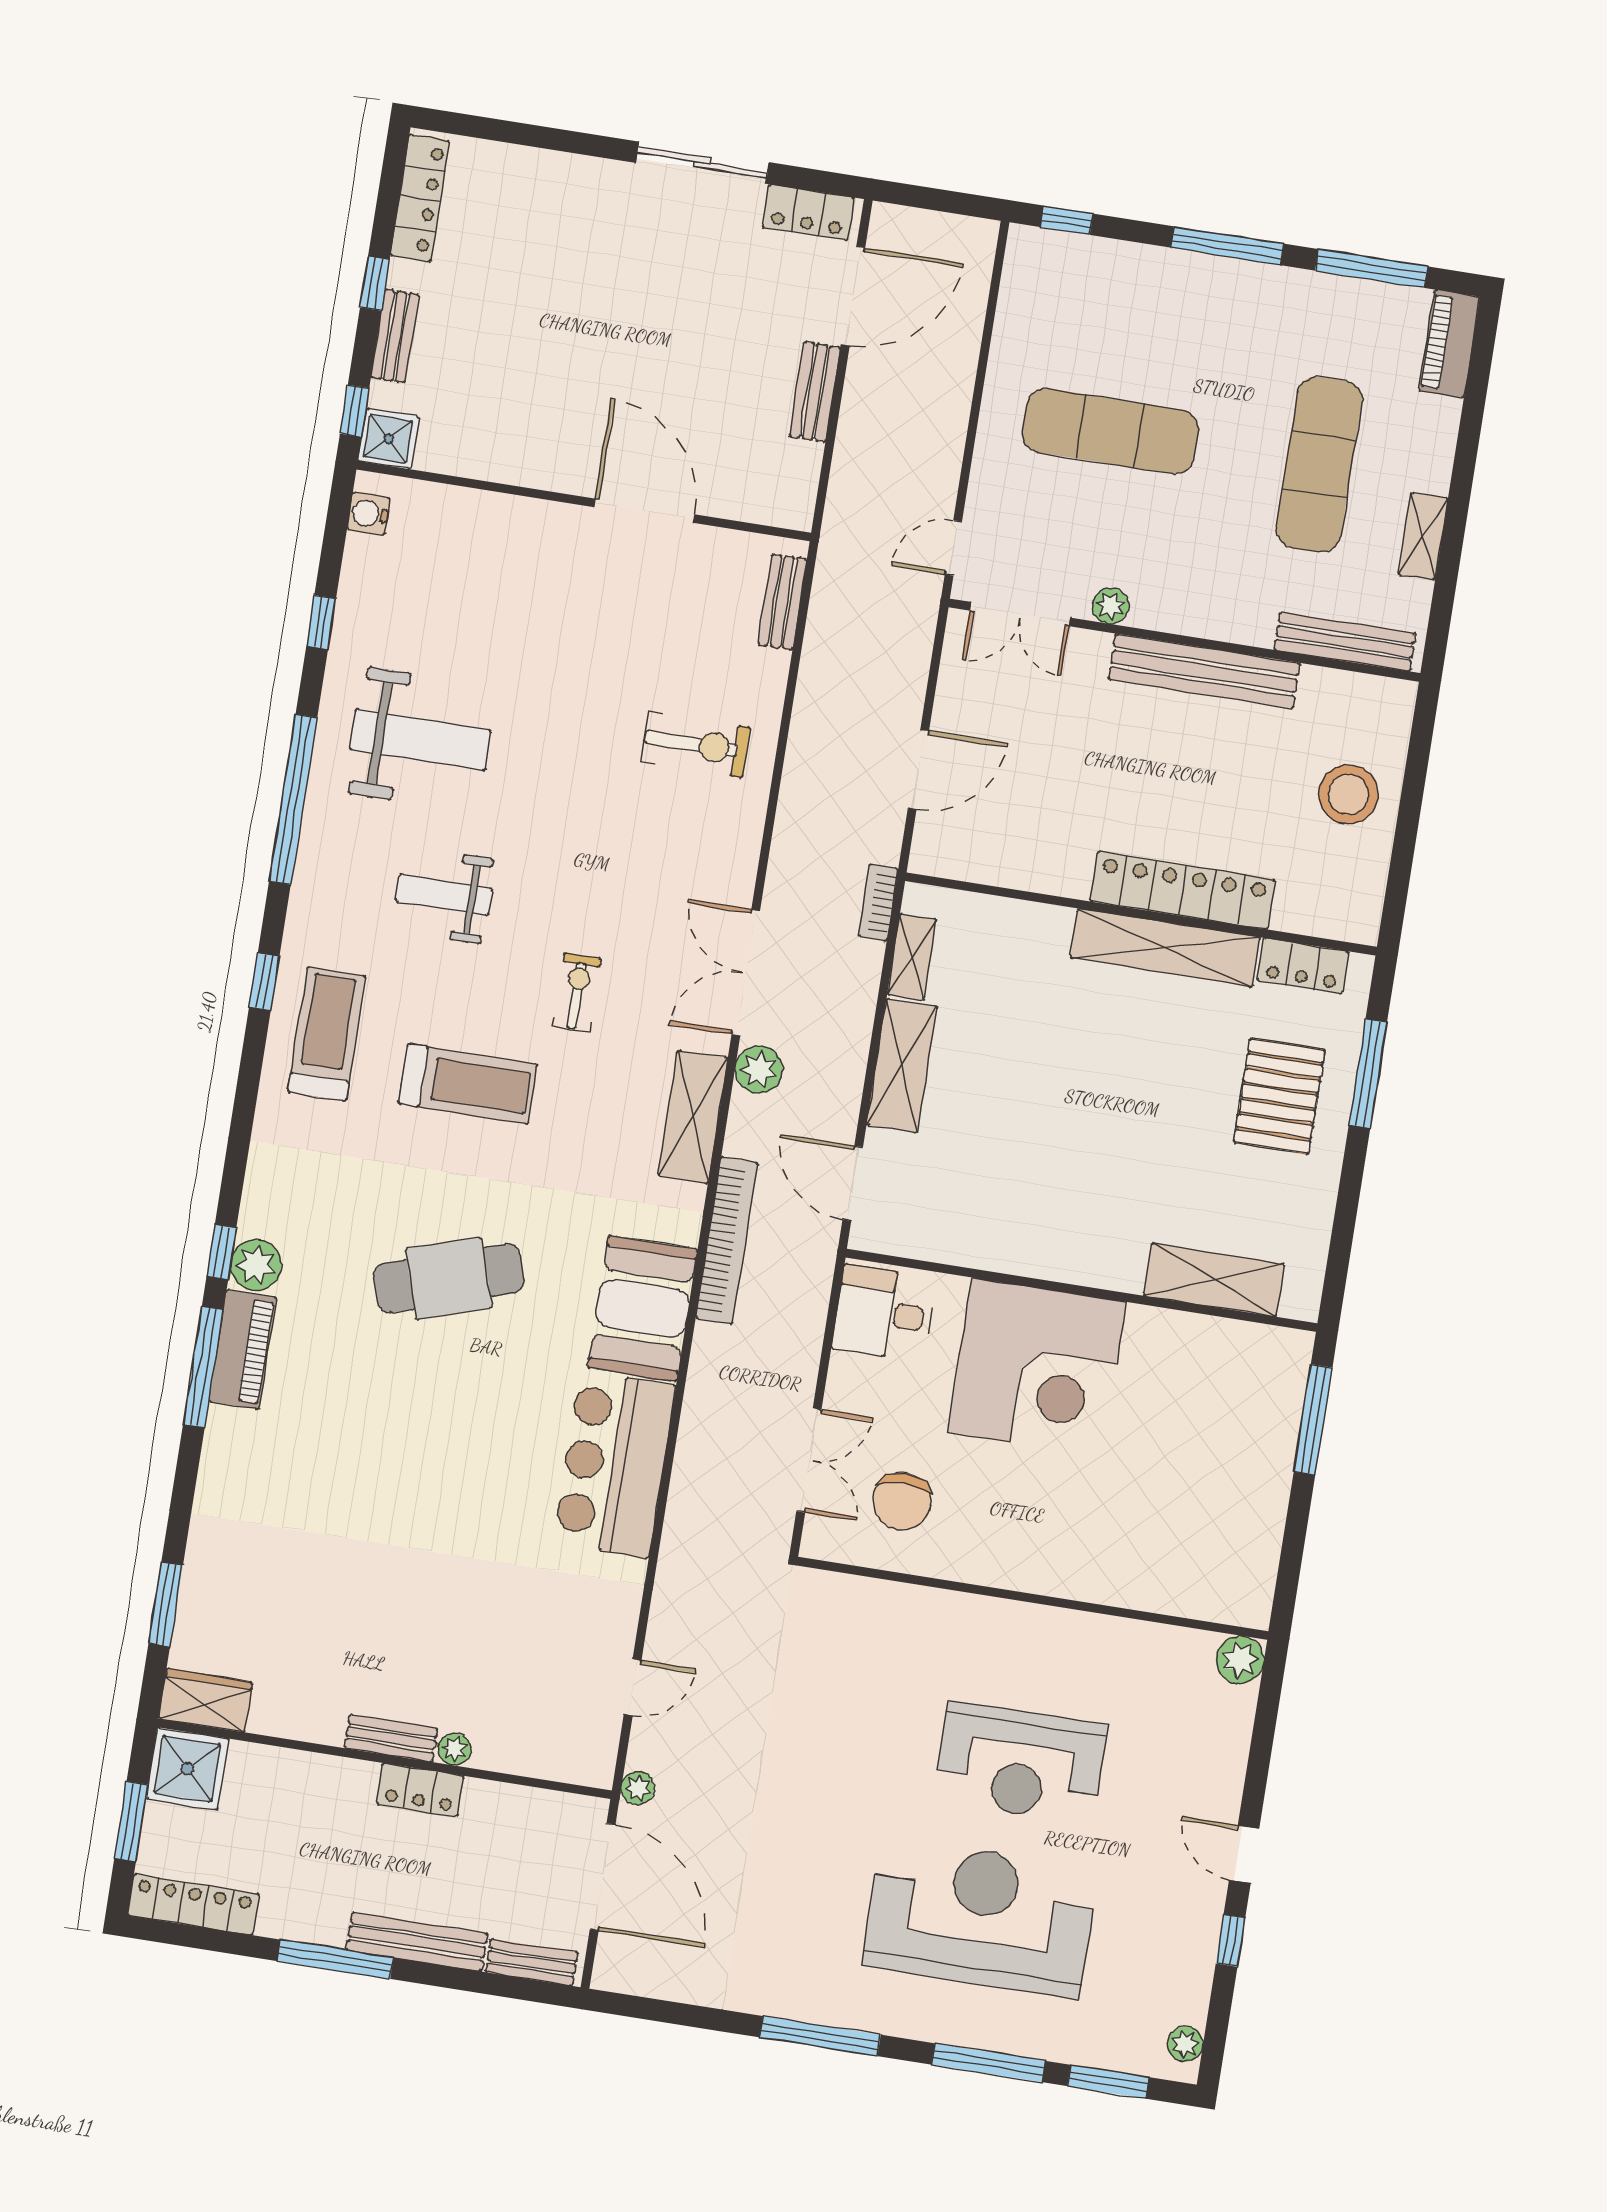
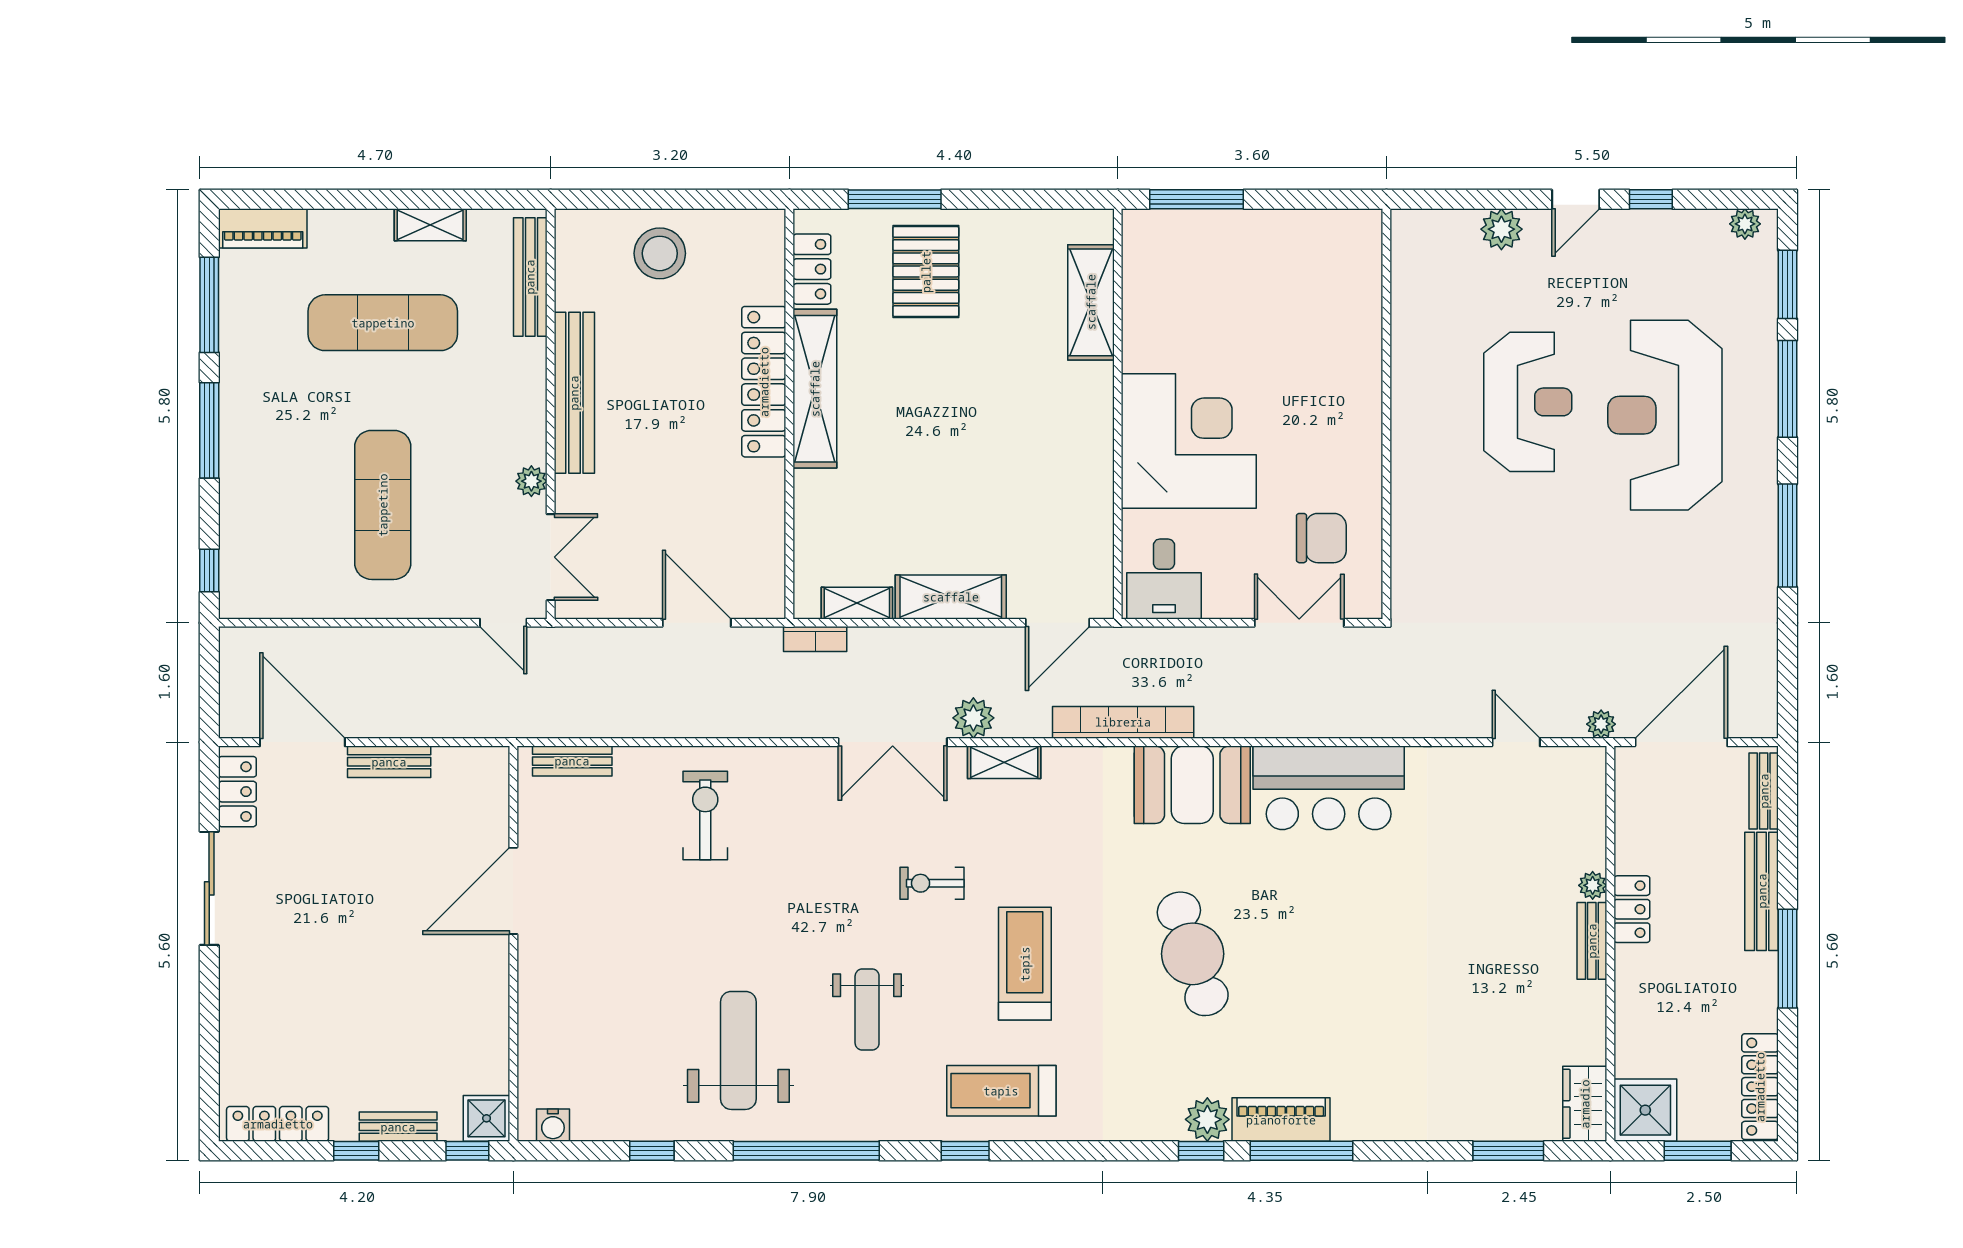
pallet: (1279, 1096) -> (926, 272), turned 90
shelving: (693, 1117) -> (1004, 762), width x0.67, depth x0.75
plant: (1240, 1660) -> (1501, 229), moved

